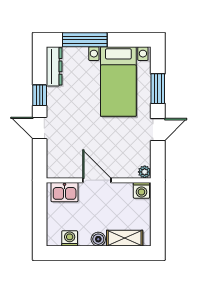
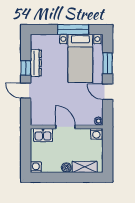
window: (85, 40) -> (73, 29), moved
dresser: (54, 66) -> (36, 63), moved
door: (158, 130) -> (108, 92), swing flipped
washing machine: (70, 238) -> (36, 167), moved

